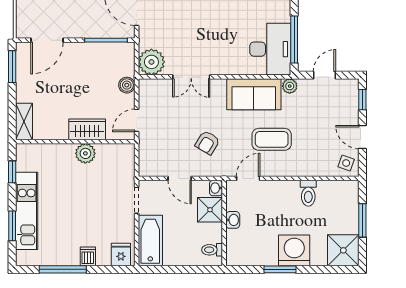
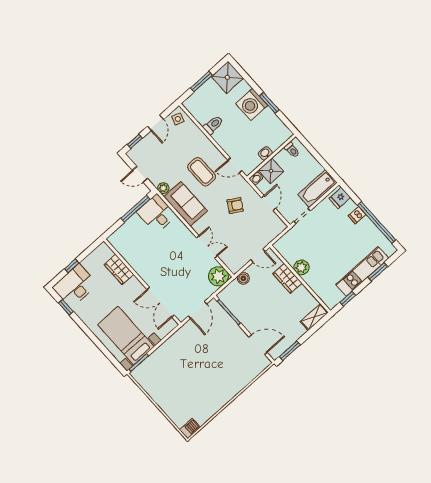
desk: (270, 49) -> (156, 214), width x0.73
window: (63, 269) -> (377, 223), width x1.46

